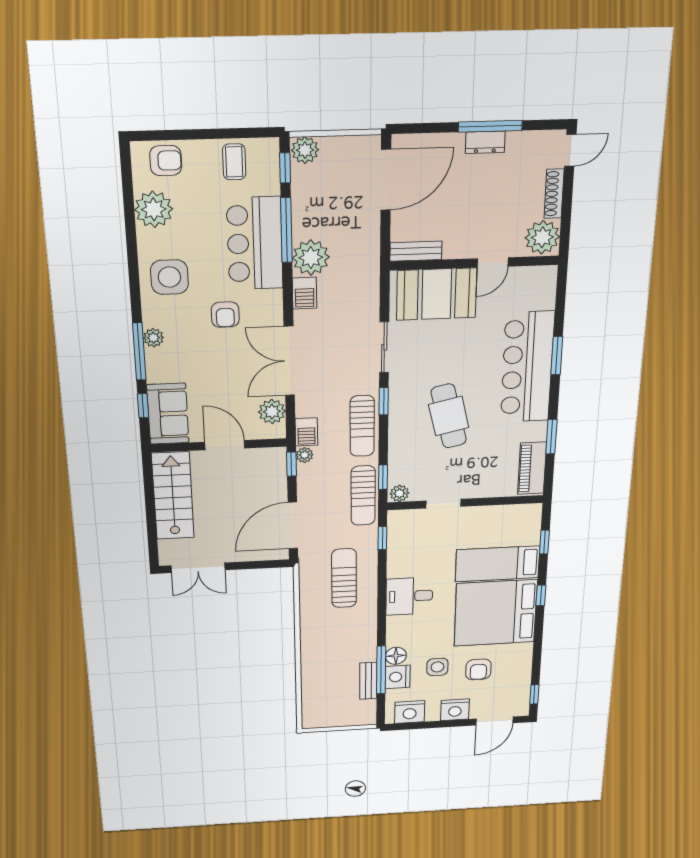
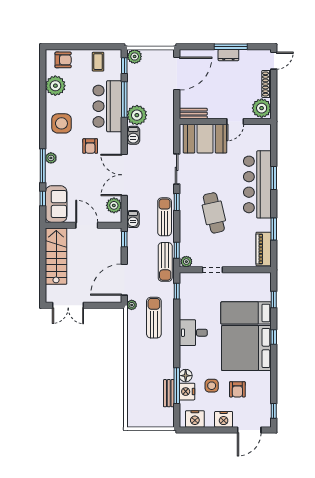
sun lounger: (362, 426) -> (165, 217), turned 180
plant: (305, 455) -> (132, 305), moved

